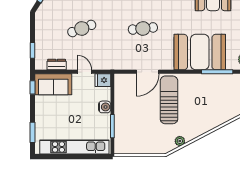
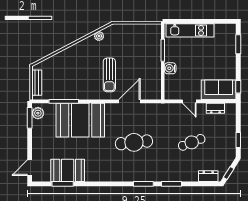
cafe table: (143, 28) -> (134, 142), width x1.37, depth x1.35
window: (32, 50) -> (238, 140), moved
fridge: (103, 80) -> (172, 94), removed
sun lounger: (169, 100) -> (109, 75), width x0.73, depth x0.75
kitchen unit: (74, 147) -> (190, 30), width x0.73

